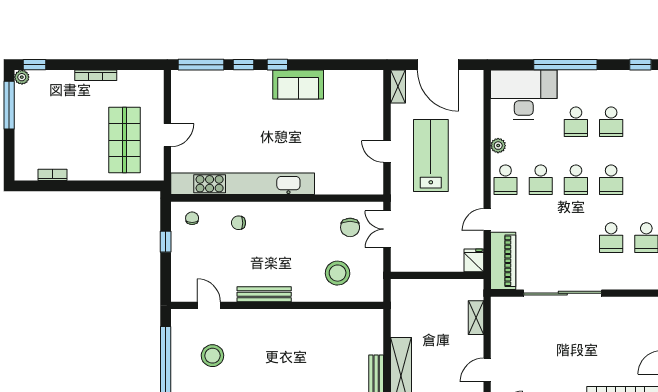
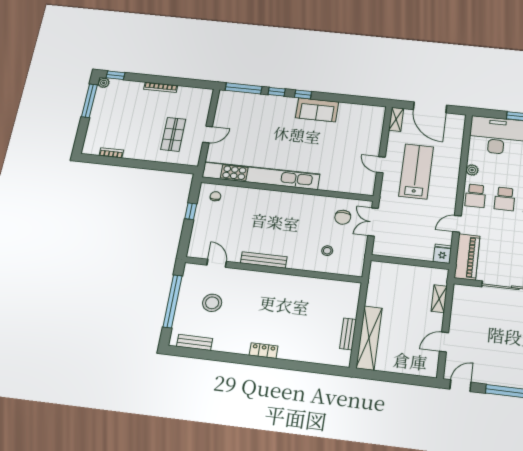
shop shelf: (124, 140) -> (173, 134), width x0.70, depth x0.74
chair: (239, 223) -> (252, 204), removed
stool: (338, 273) -> (327, 251), width x0.53, depth x0.53

